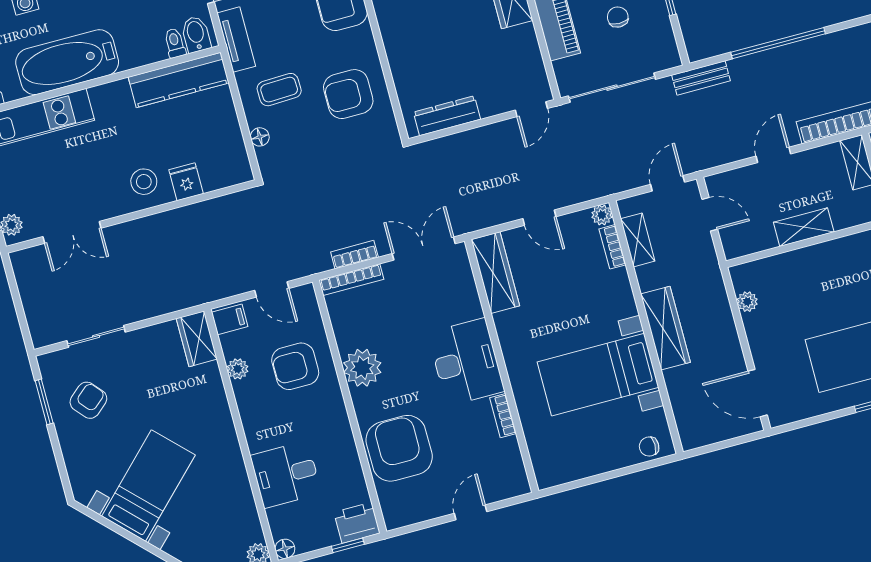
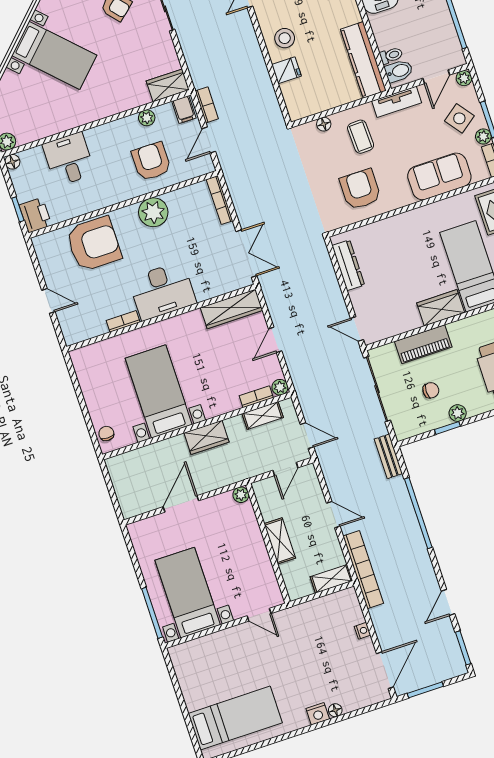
bookcase: (354, 255) -> (207, 105), moved
plant: (747, 302) -> (241, 495), moved
wardrobe: (665, 328) -> (206, 437), width x0.67
door: (758, 393) -> (181, 504), moved

